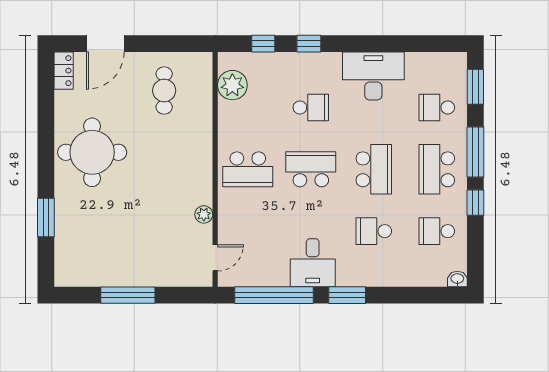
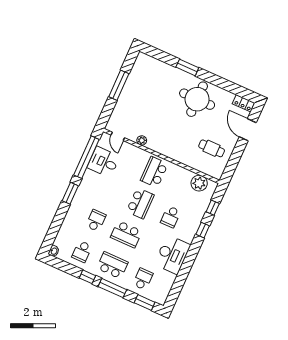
window: (46, 217) -> (187, 67), moved
school desk: (437, 231) -> (82, 252), turned 180
desk: (313, 263) -> (103, 162), moved

